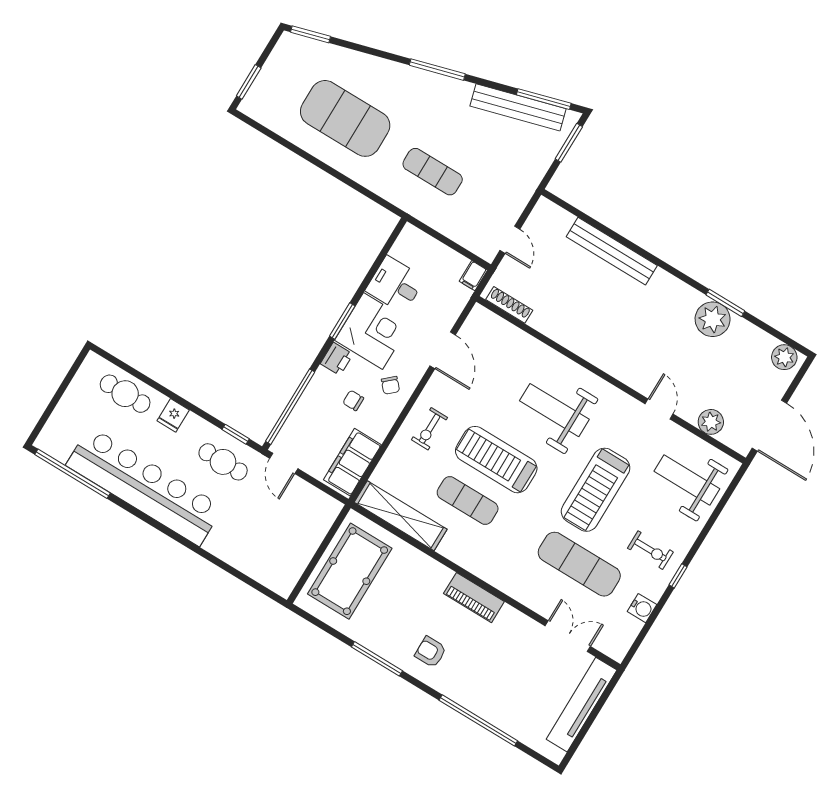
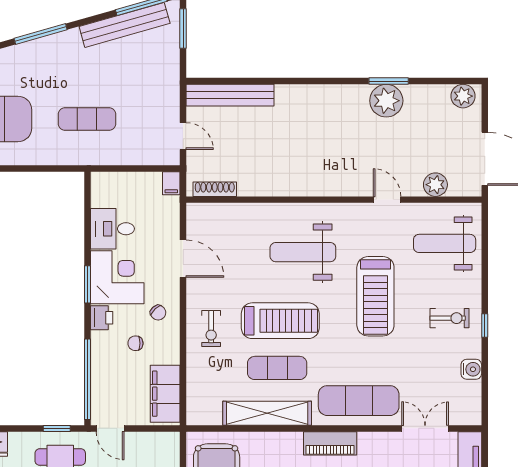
bench: (612, 251) -> (230, 95), moved
treadmill: (496, 460) -> (280, 321), turned 180
shelving: (401, 516) -> (267, 413), moved
exercise mat: (579, 564) -> (359, 401), moved

